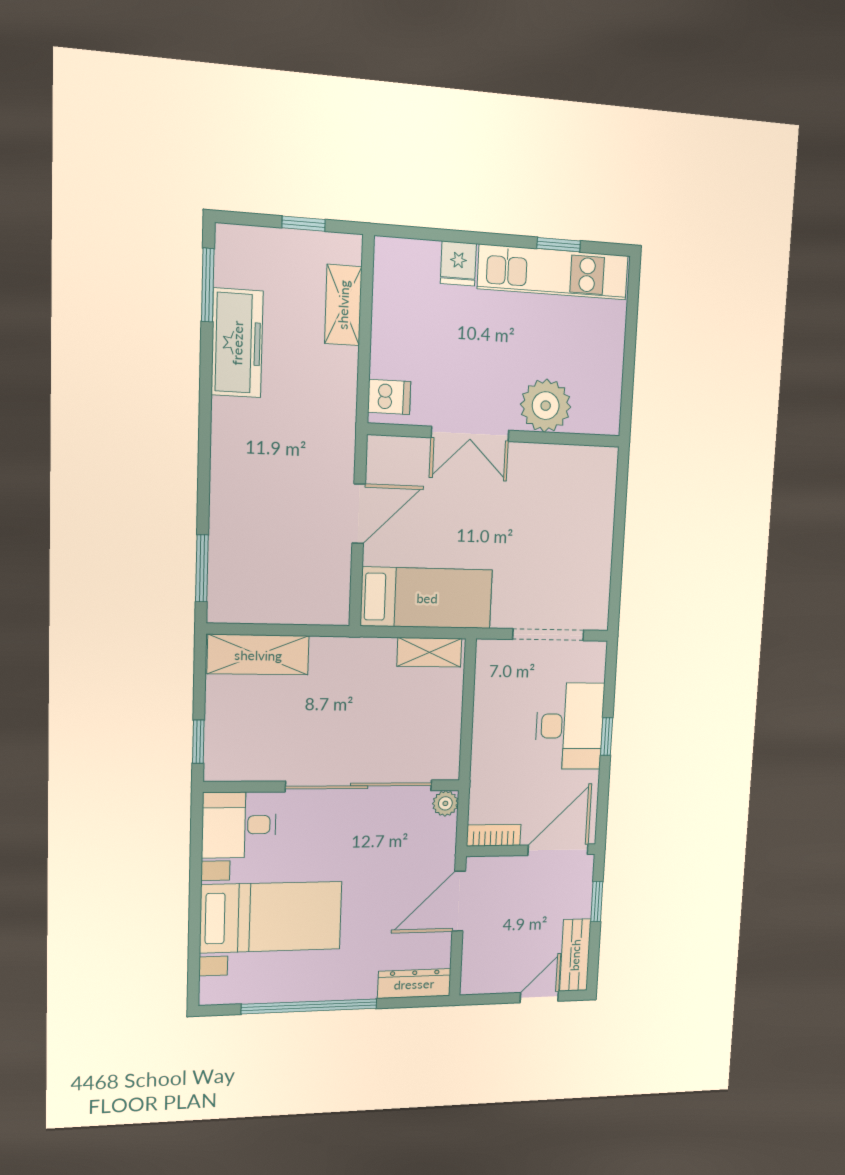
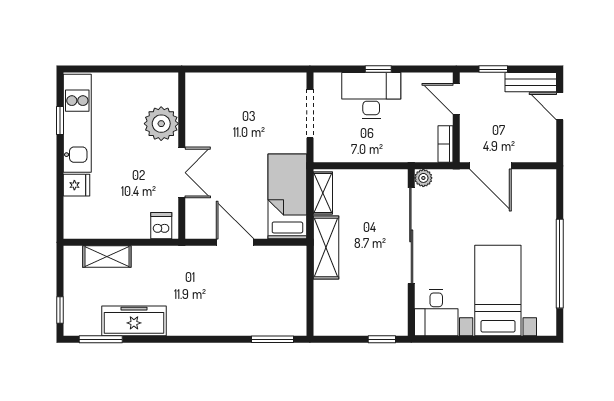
window: (304, 224) -> (60, 310), moved
shelving: (258, 655) -> (326, 247), moved
door: (558, 850) -> (456, 99), width x0.73
dresser: (414, 984) -> (547, 194), removed

